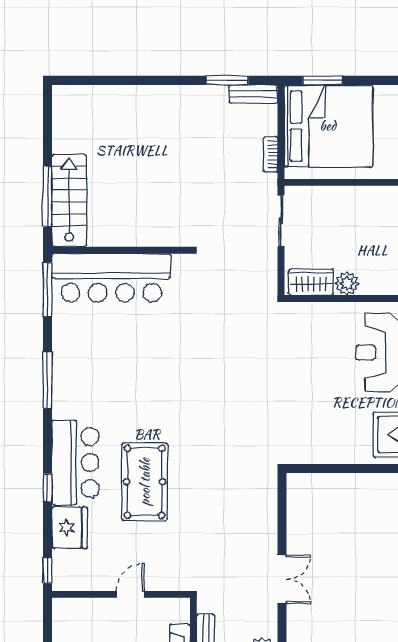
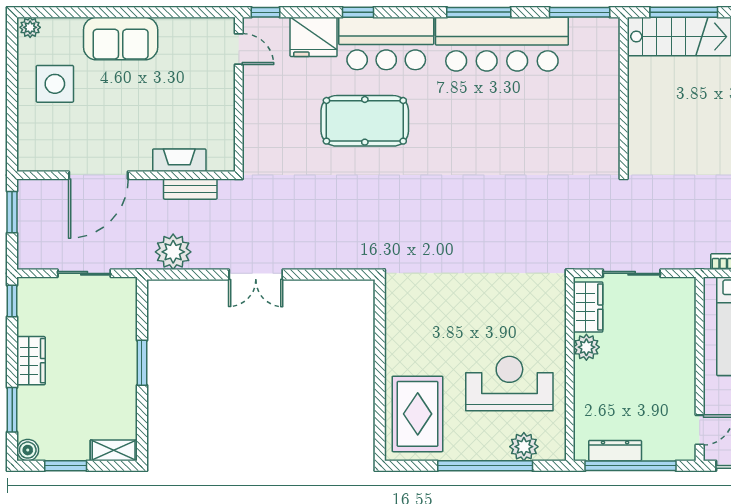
sliding door: (281, 221) -> (632, 273), moved
bar counter: (111, 278) -> (502, 44), moved, turned -90
door: (130, 594) -> (239, 49), moved

